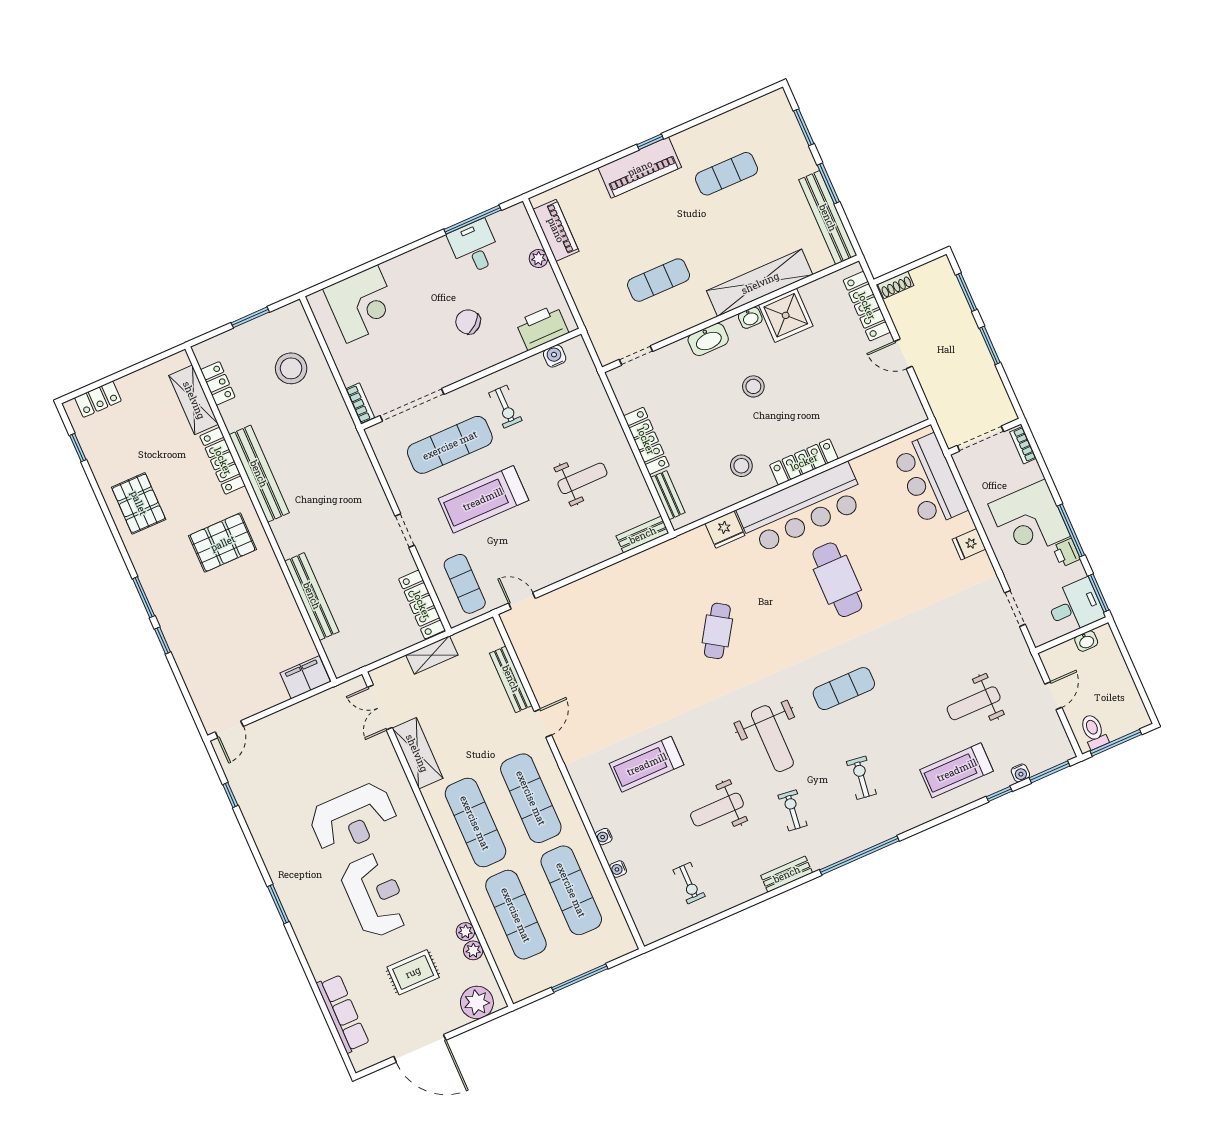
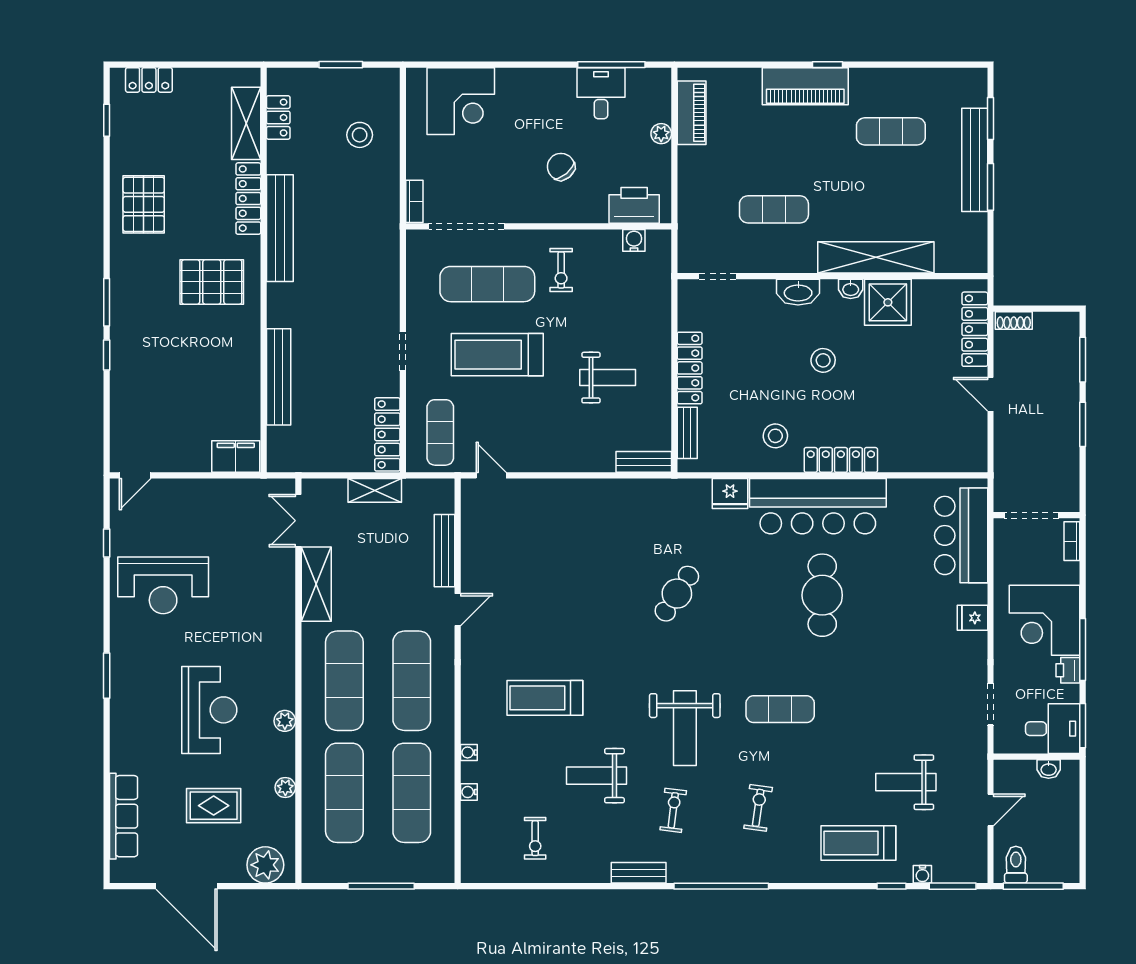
bench: (828, 218) -> (975, 160), moved
stool: (291, 368) -> (360, 135), width x0.73, depth x0.73
reception desk: (353, 818) -> (163, 585), moved
plant: (473, 950) -> (285, 721), moved

